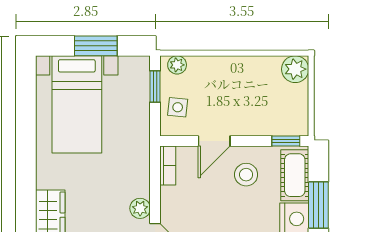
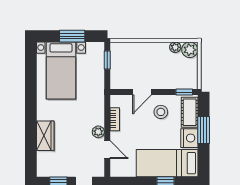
plant: (177, 65) -> (175, 47), moved
side table: (178, 107) -> (120, 72), removed
bookcase: (168, 166) -> (115, 119), moved

